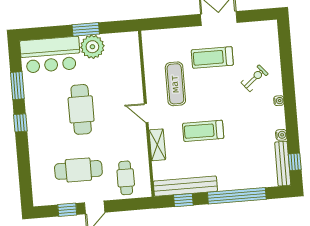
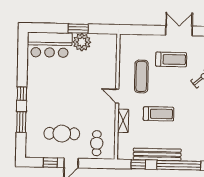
treadmill: (212, 57) -> (171, 59), turned 180
window: (17, 86) -> (21, 122), moved
cafe table: (81, 109) -> (69, 88), removed
treadmill: (203, 131) -> (159, 114), turned 180
bench: (185, 186) -> (157, 154), moved

